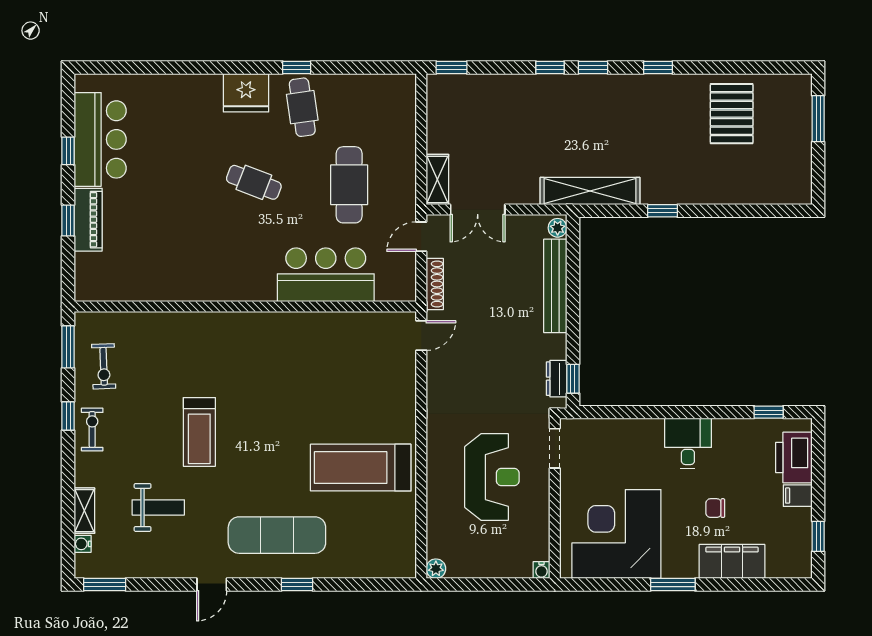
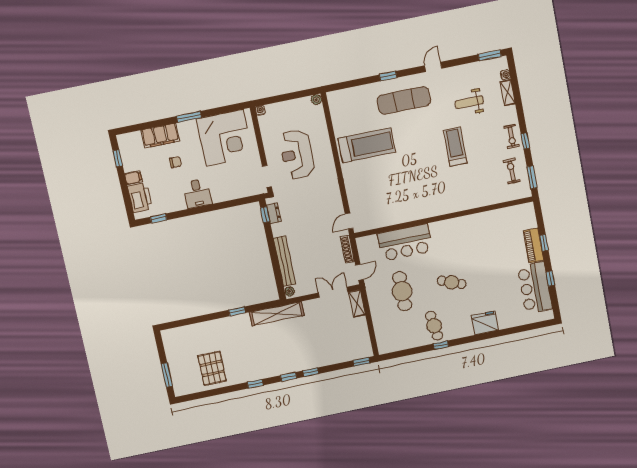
fridge: (246, 93) -> (485, 323), moved

